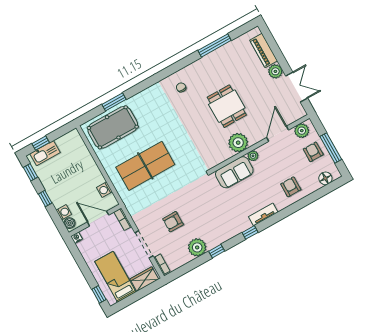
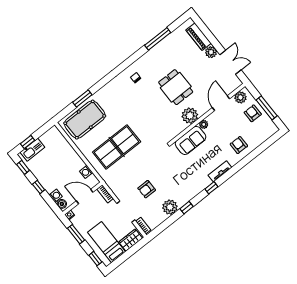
floor lamp: (325, 178) -> (266, 133), removed
window: (81, 262) -> (76, 234), added

